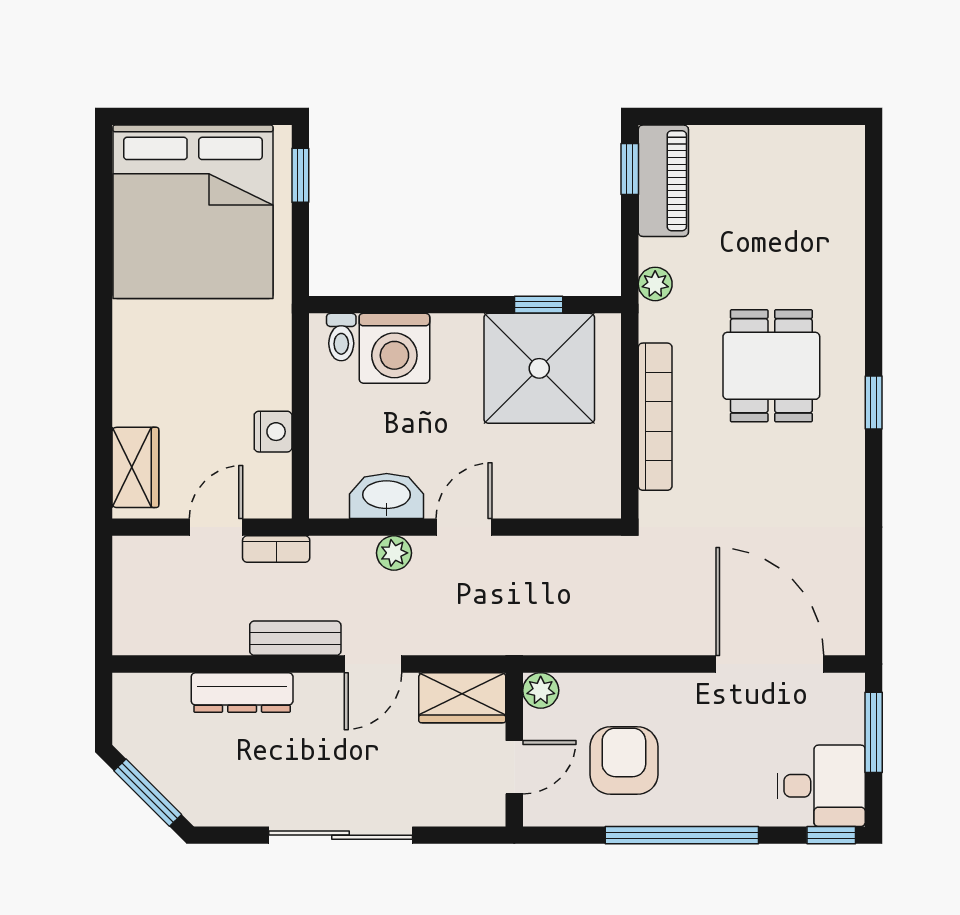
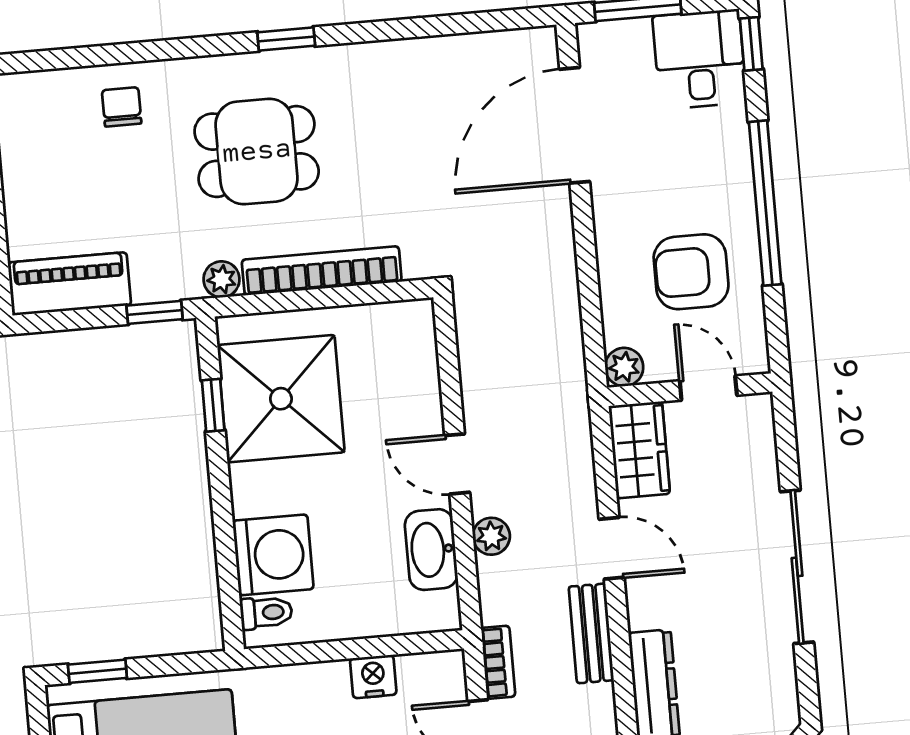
window: (630, 169) -> (155, 312), moved
chair: (824, 244) -> (122, 107), added
plant: (655, 284) -> (222, 279), moved

